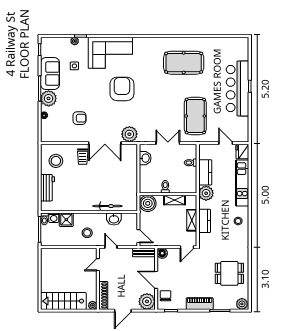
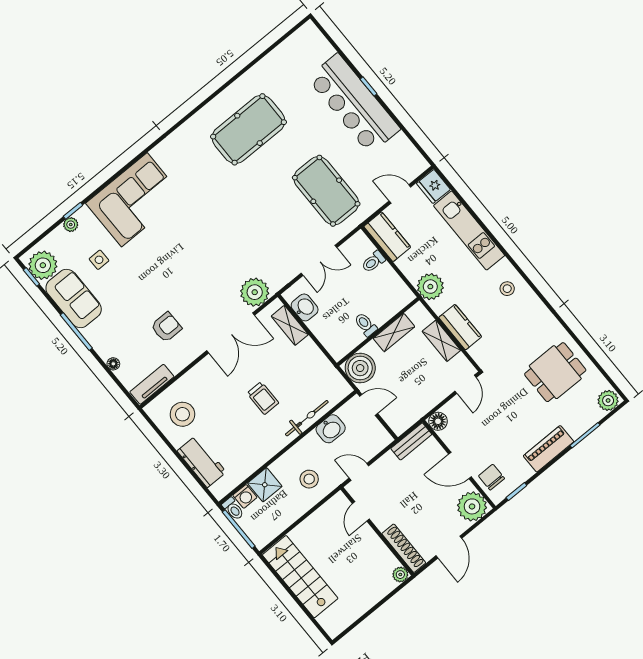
armchair: (122, 89) -> (192, 237), removed
plant: (49, 98) -> (43, 265), moved
tv unit: (53, 137) -> (152, 384), added
double door: (168, 143) -> (319, 260), swing flipped
trolley: (83, 157) -> (263, 398), moved
shelving: (133, 161) -> (290, 325), added
kitchen counter: (205, 172) -> (387, 237), moved
door: (138, 236) -> (369, 405), moved
stairs: (63, 301) -> (300, 577), moved, turned 90

